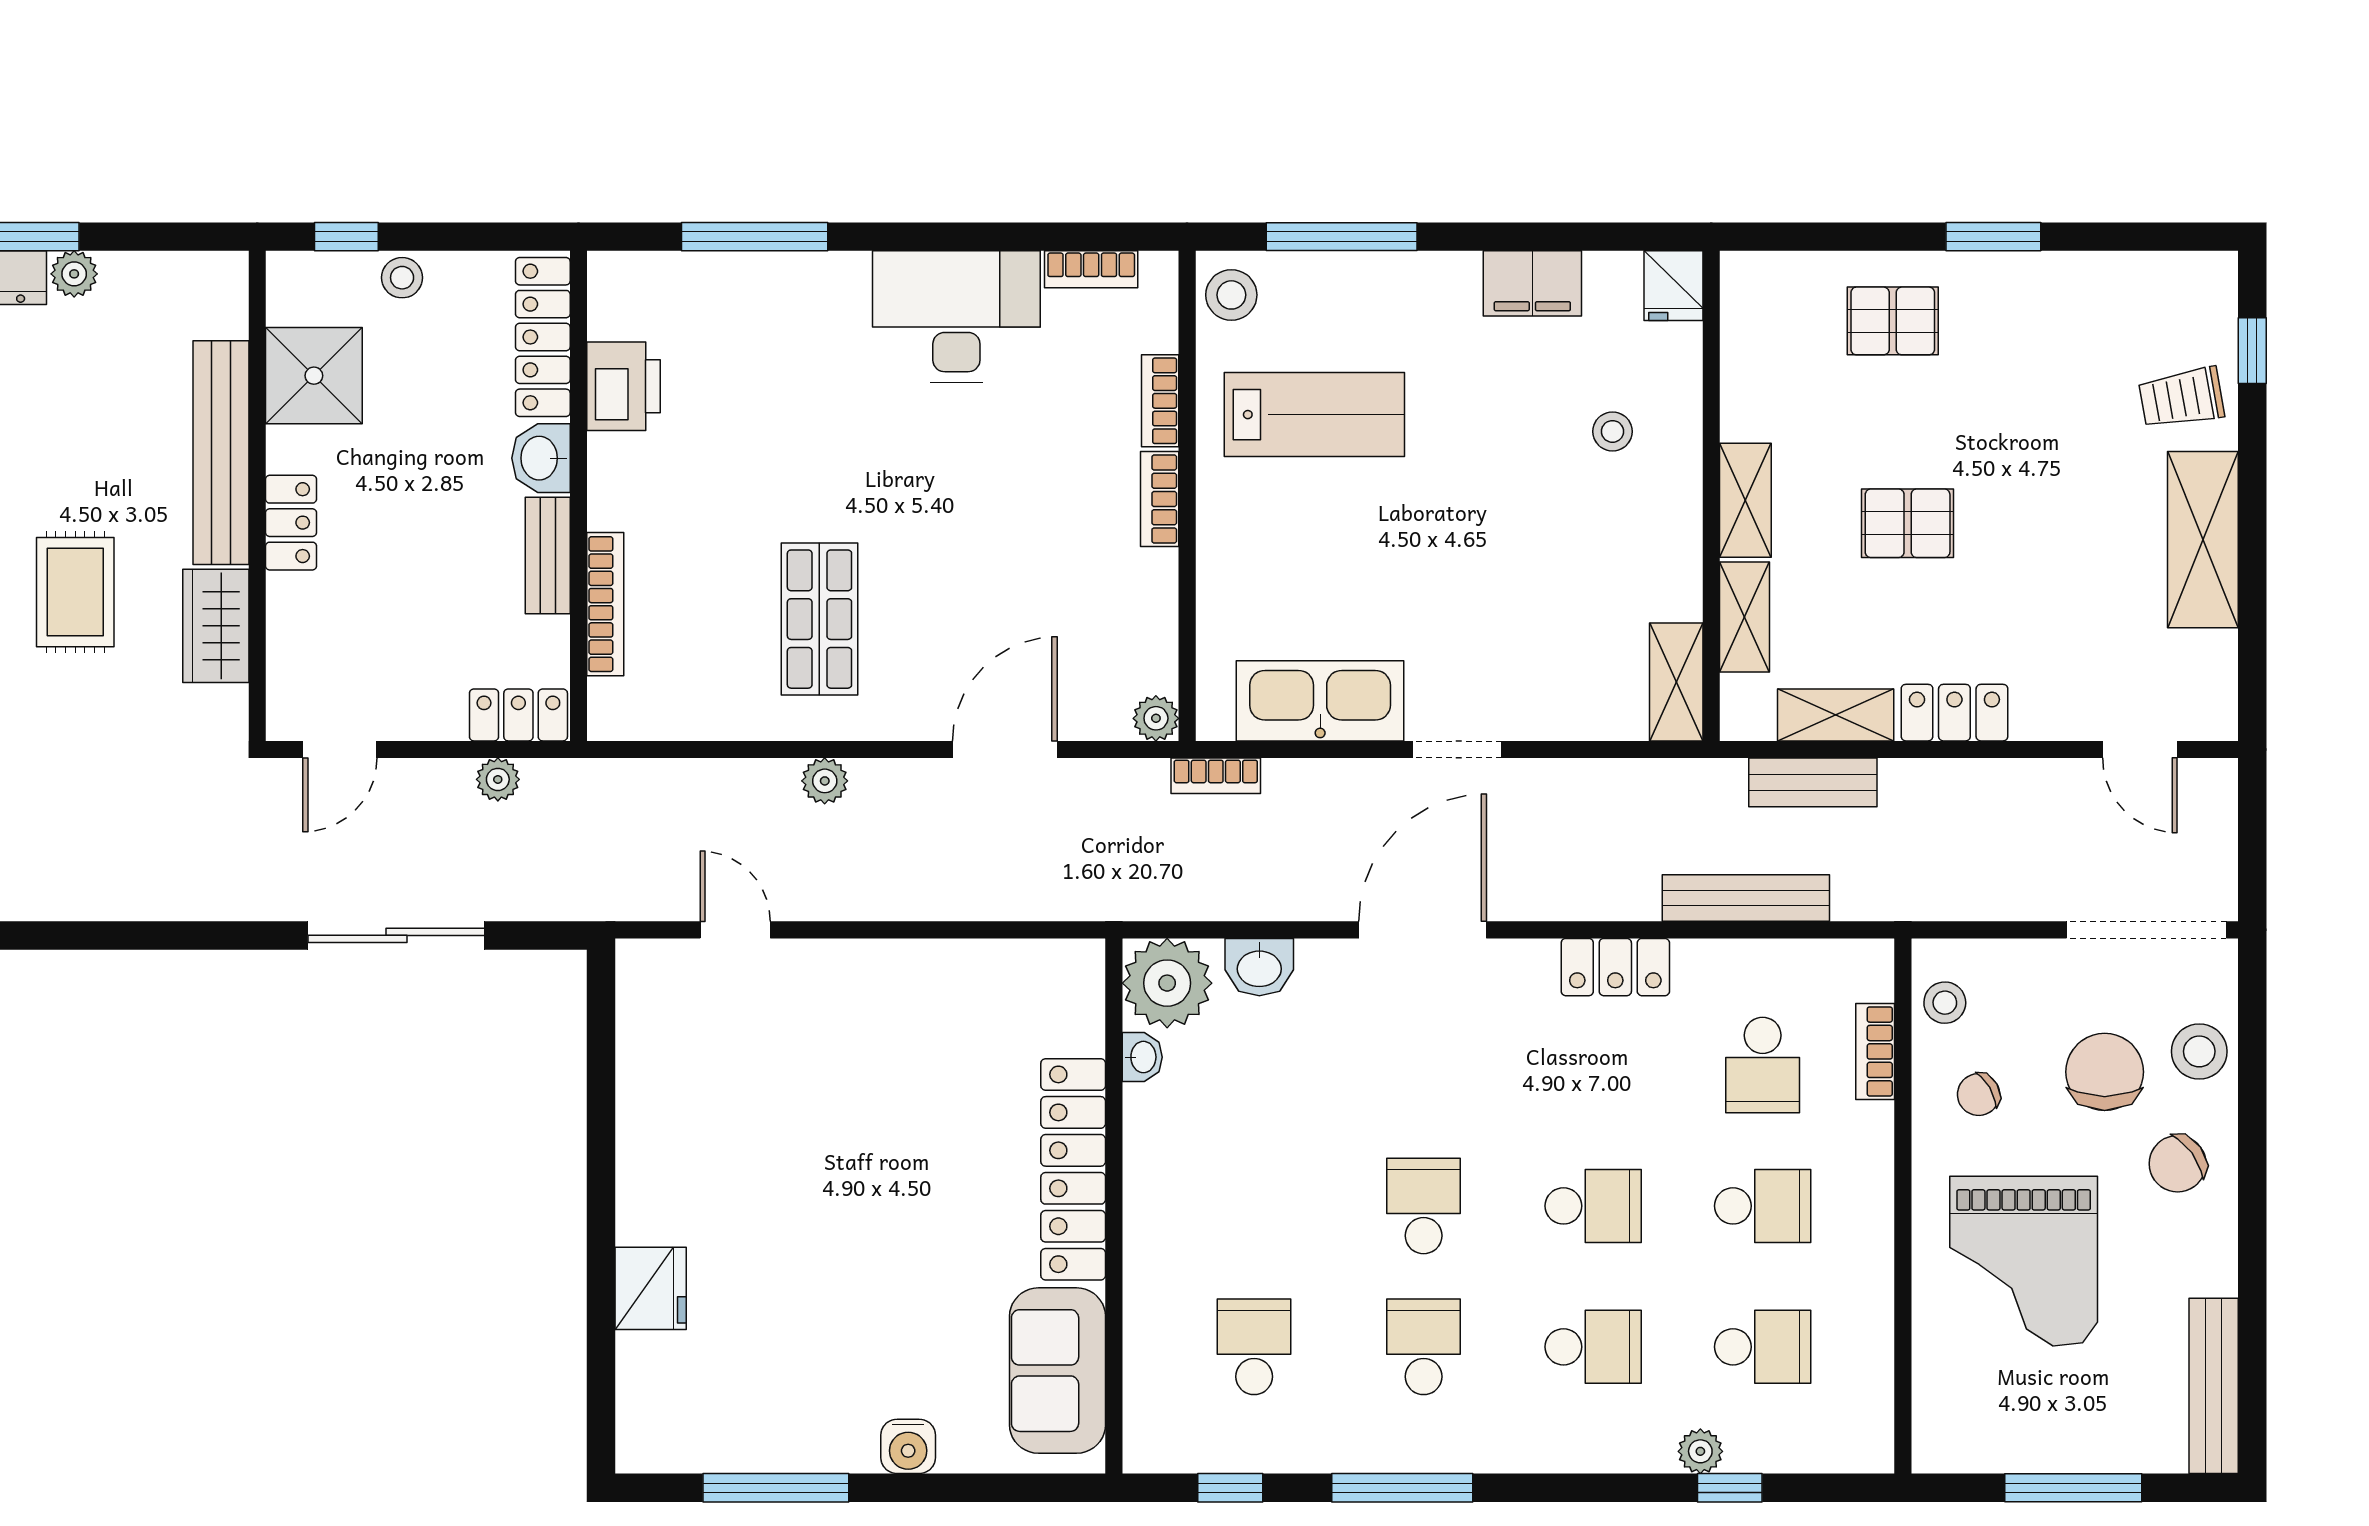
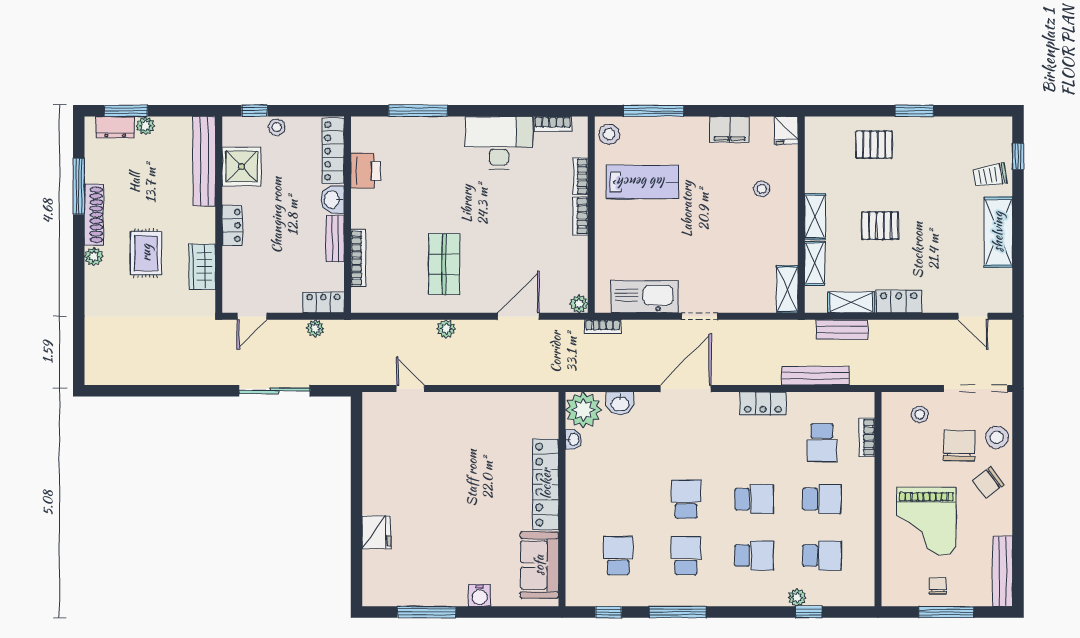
bench: (221, 453) -> (204, 161), moved
stool: (1945, 1003) -> (920, 414), moved
chair: (1979, 1095) -> (938, 586), moved, turned 120

